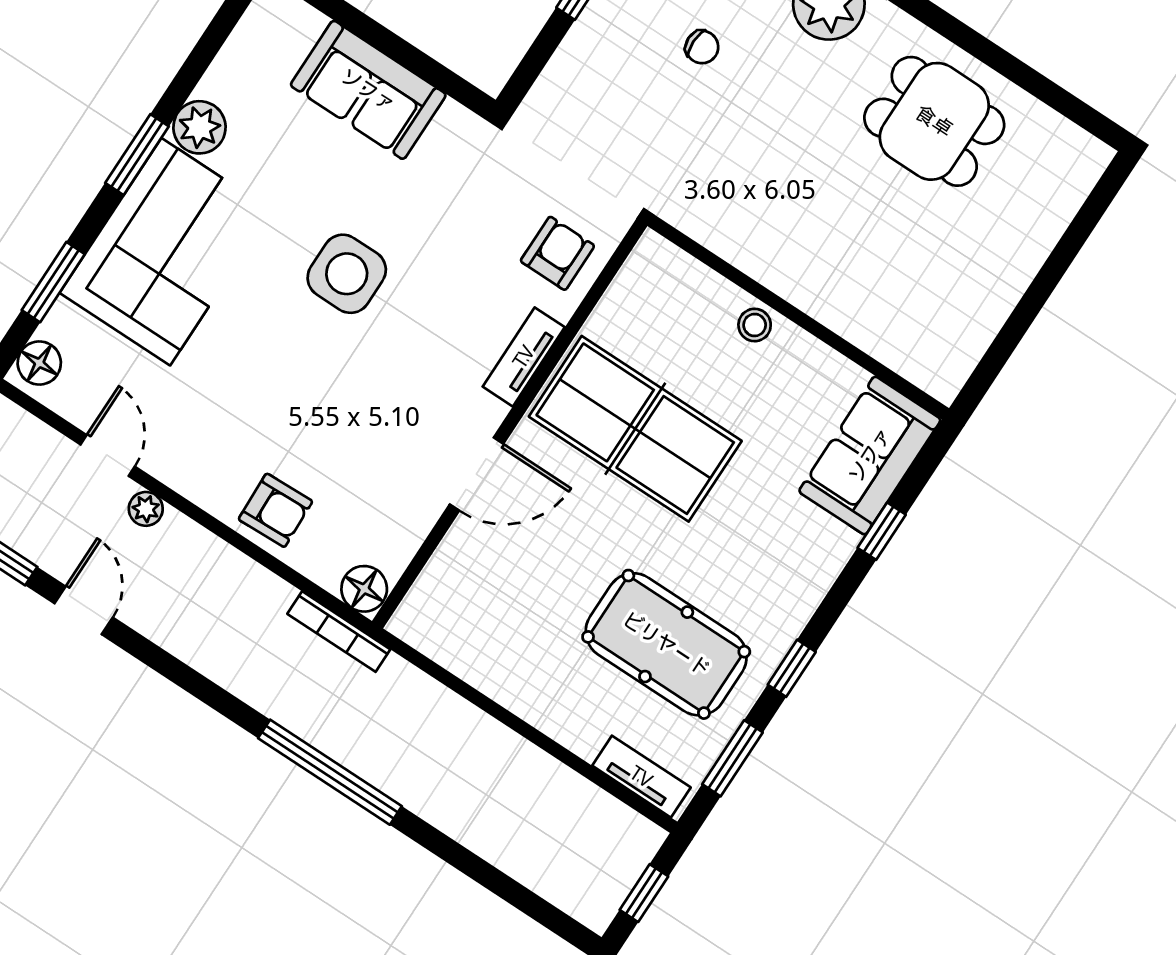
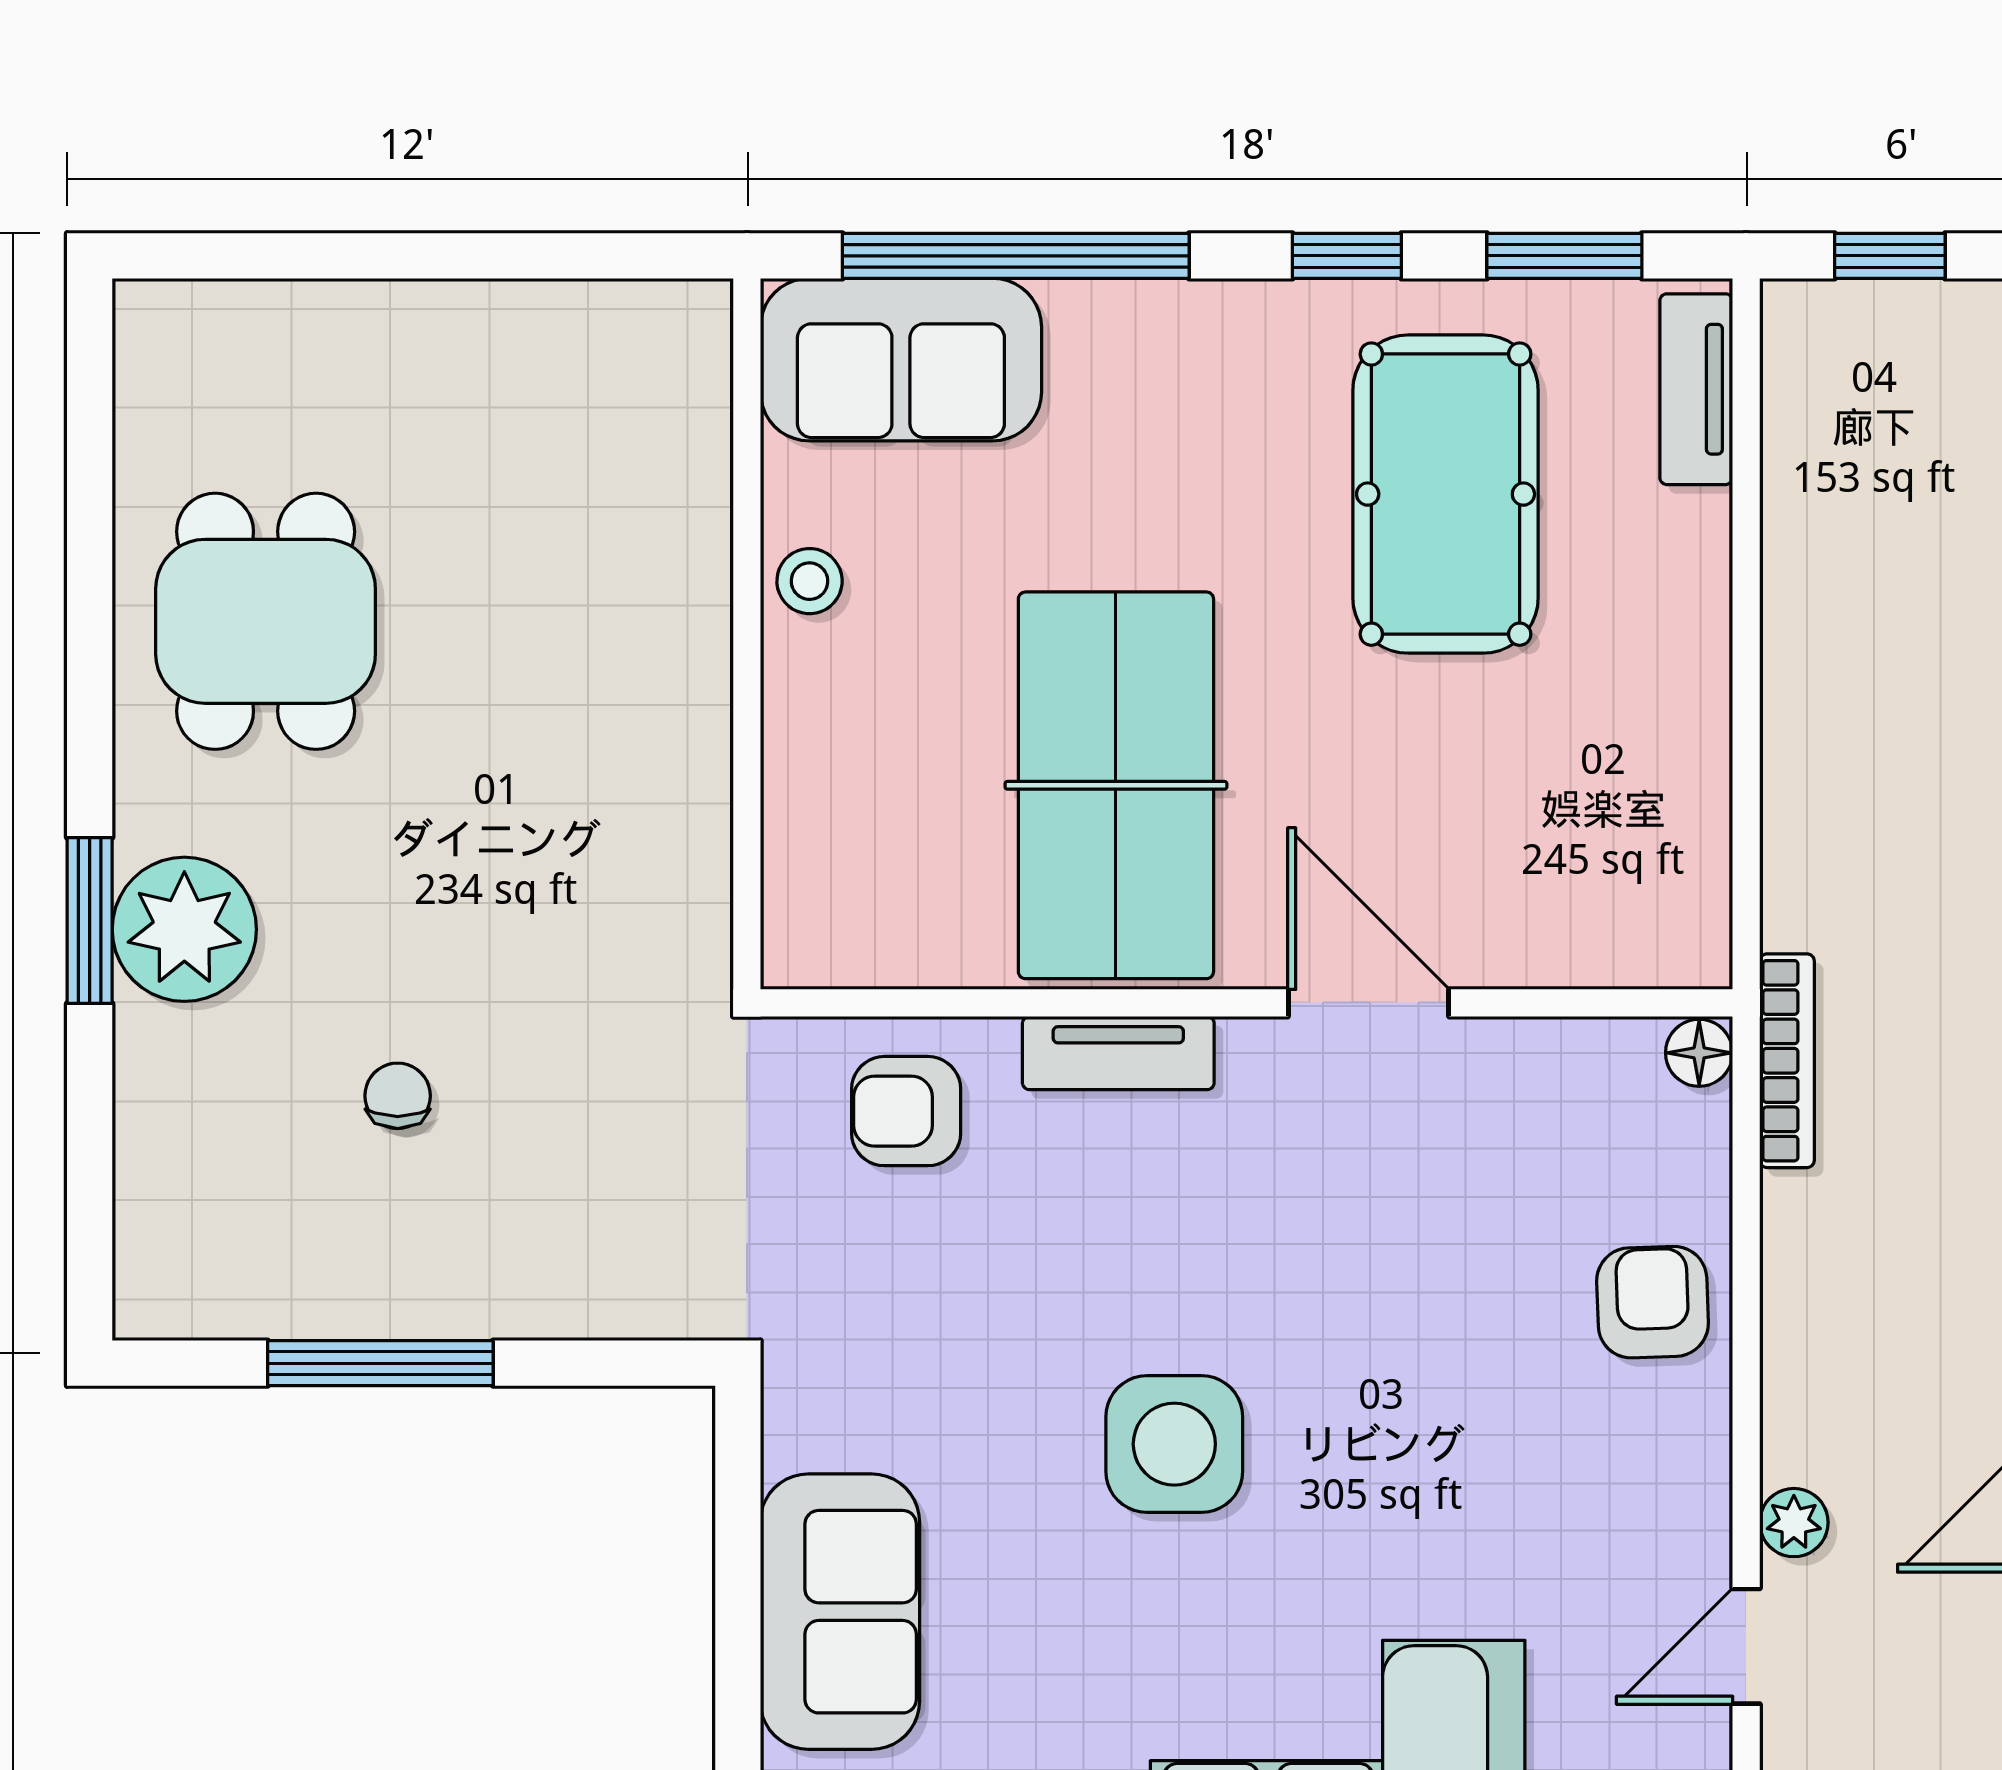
stool: (755, 325) -> (810, 581), moved
window: (882, 531) -> (1016, 256), width x3.17
floor lamp: (364, 589) -> (1699, 1053), width x0.73, depth x0.73

